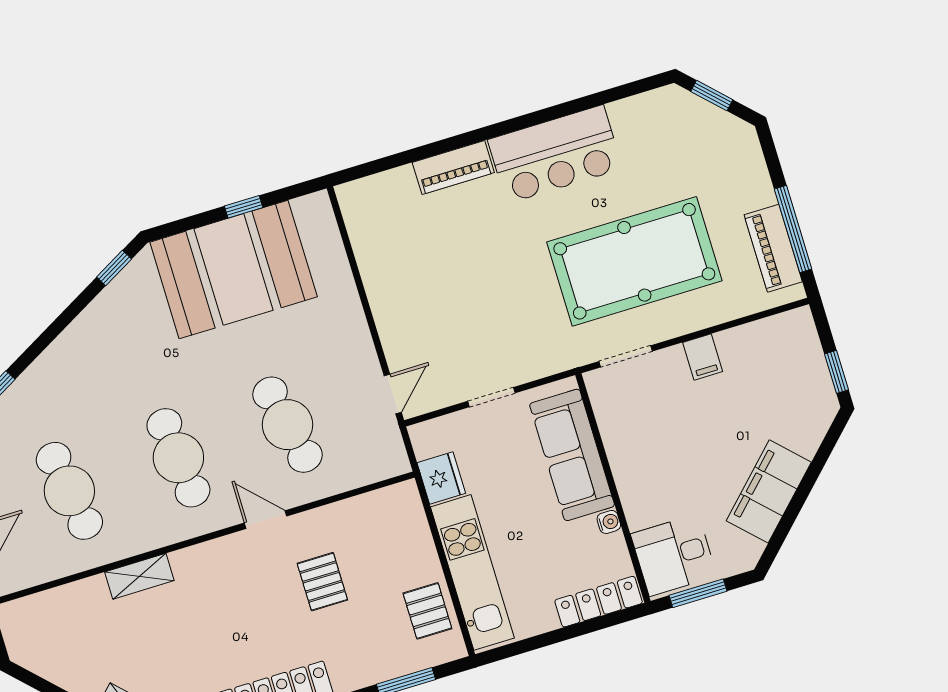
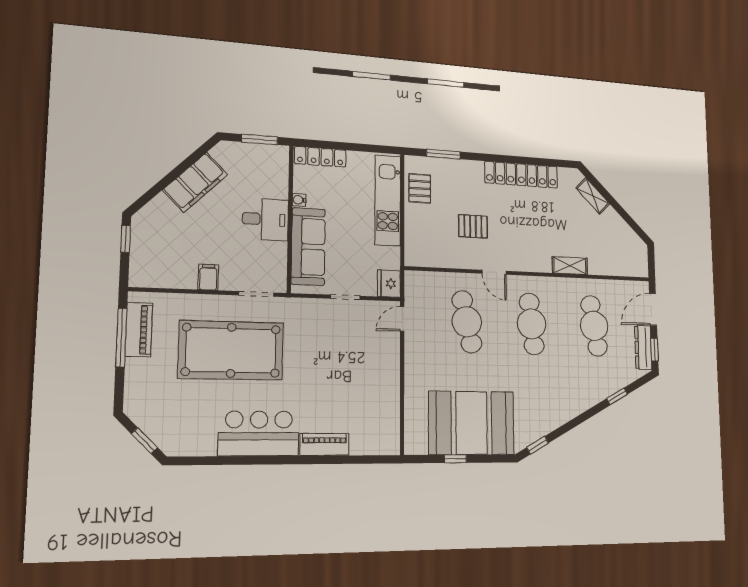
fridge: (441, 478) -> (389, 284), moved
desk: (674, 555) -> (265, 219), moved
pallet: (322, 582) -> (473, 226), turned 90

